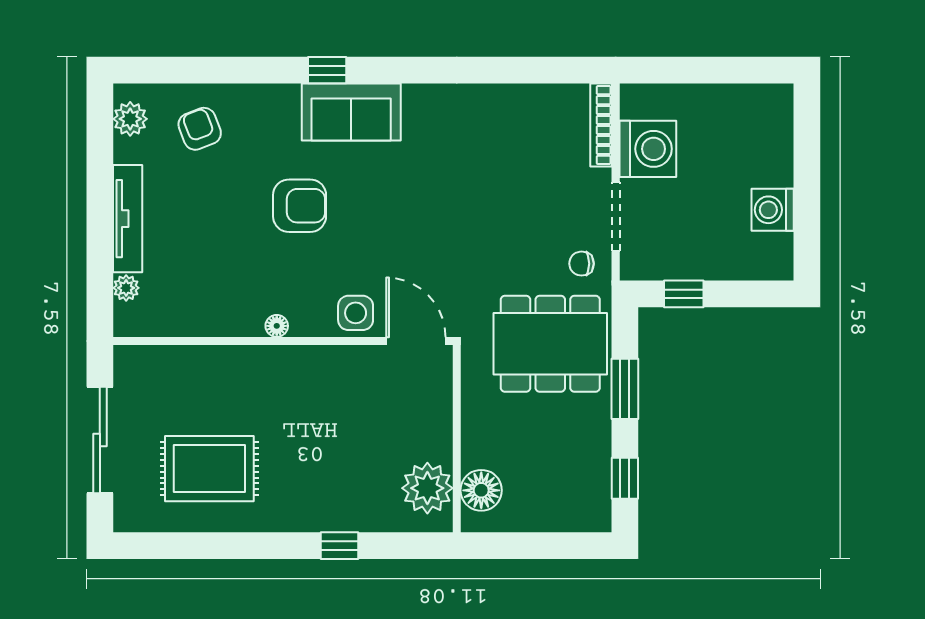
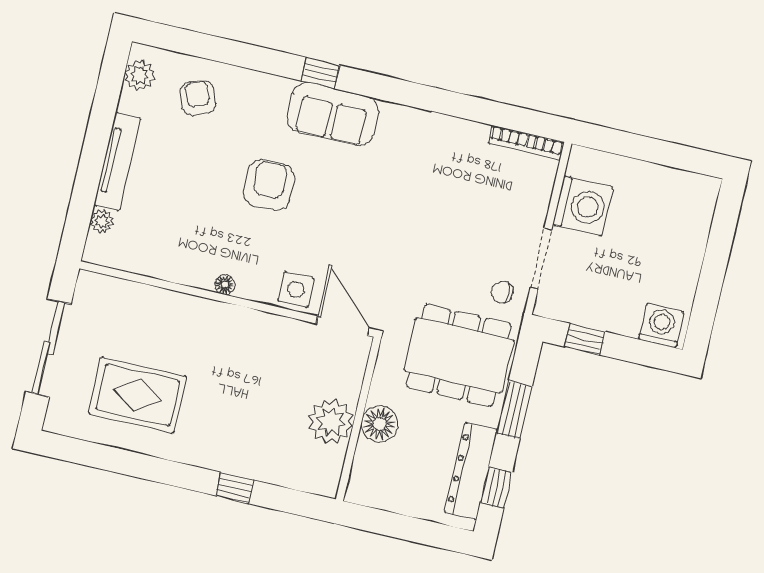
bookcase: (601, 125) -> (526, 143), moved, turned -90
armchair: (300, 206) -> (269, 185), turned -90
washing machine: (773, 210) -> (661, 326), moved, turned 90
dresser: (593, 467) -> (471, 471), added
plant: (427, 488) -> (331, 422), moved
floor lamp: (481, 490) -> (380, 424), moved

